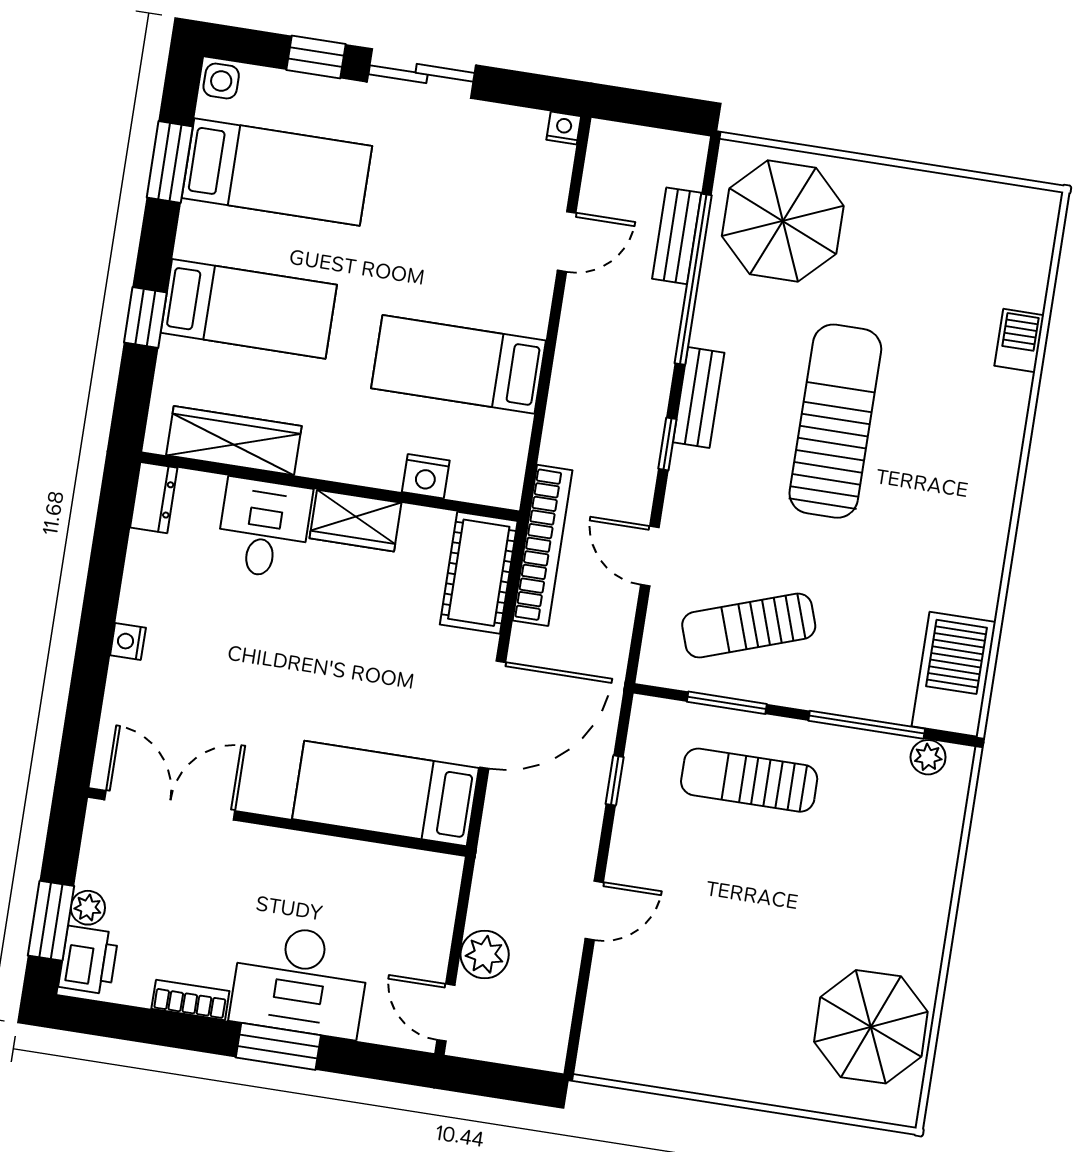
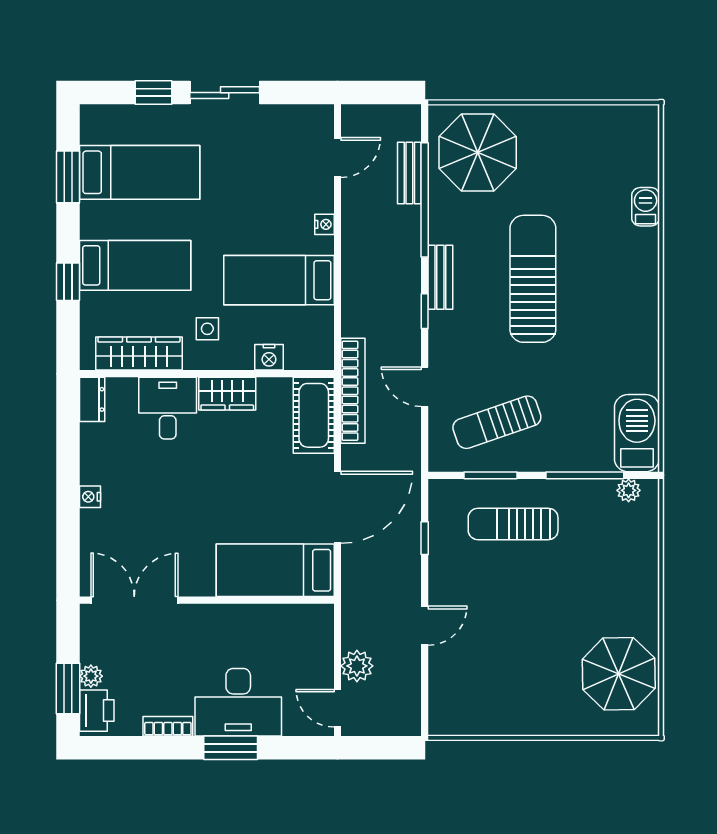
side table: (221, 81) -> (207, 329), moved
nightstand: (564, 128) -> (324, 224), moved, turned 90
door: (567, 242) -> (337, 157), moved

